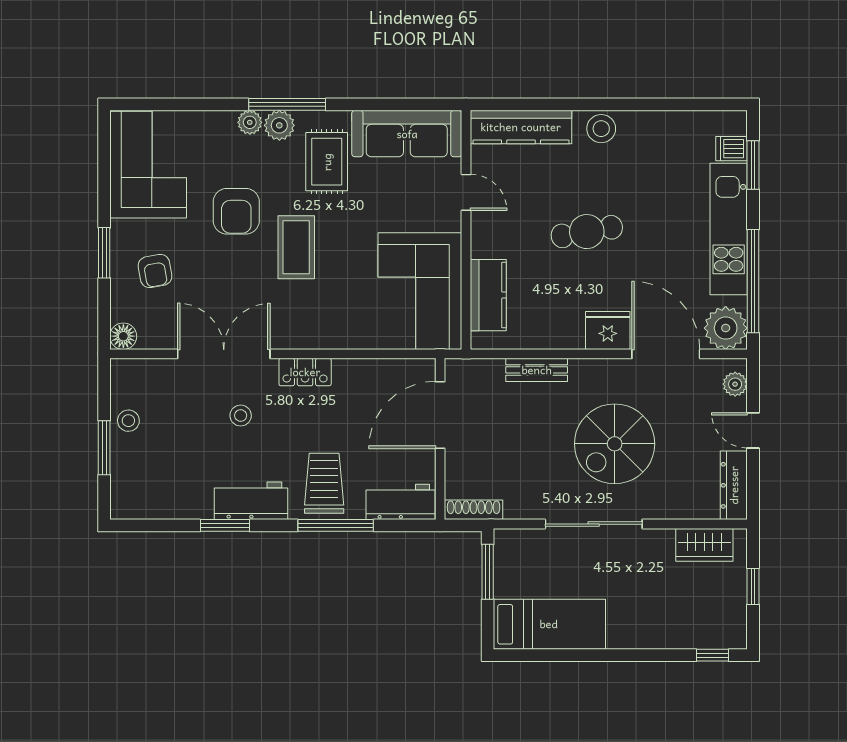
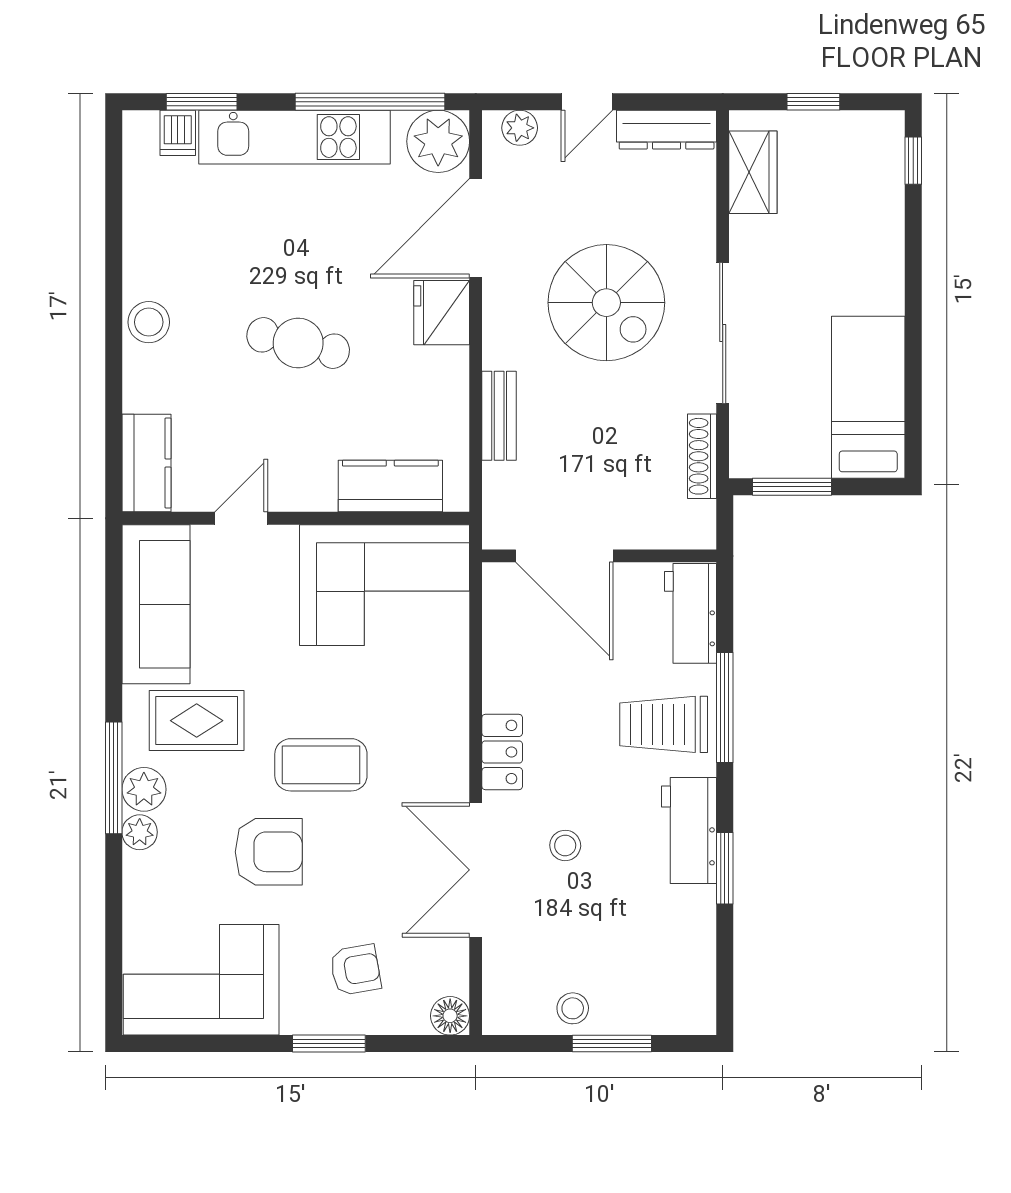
kitchen counter: (521, 127) -> (146, 463), width x0.67
cafe table: (587, 232) -> (298, 343), turned -67
shoe rack: (474, 510) -> (702, 456), moved

